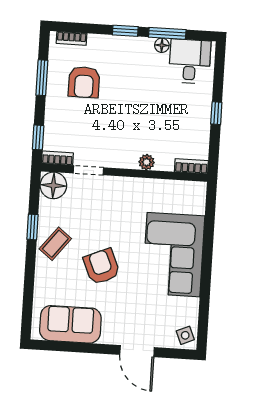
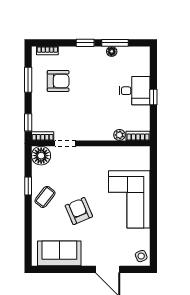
desk: (190, 61) -> (134, 91), moved, turned 90
armchair: (84, 82) -> (58, 81), turned -90
plant: (147, 162) -> (119, 135), moved

